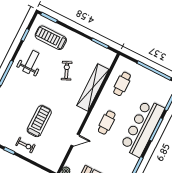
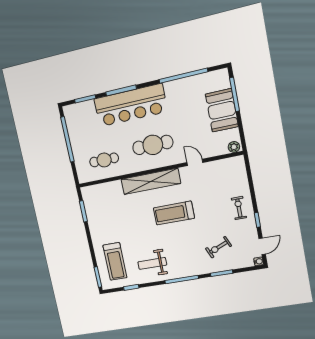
exercise bike: (67, 71) -> (218, 247), moved
shelving: (93, 87) -> (151, 181), moved
treadmill: (39, 121) -> (174, 213), moved
cafe table: (107, 123) -> (153, 145), width x1.37, depth x1.35

